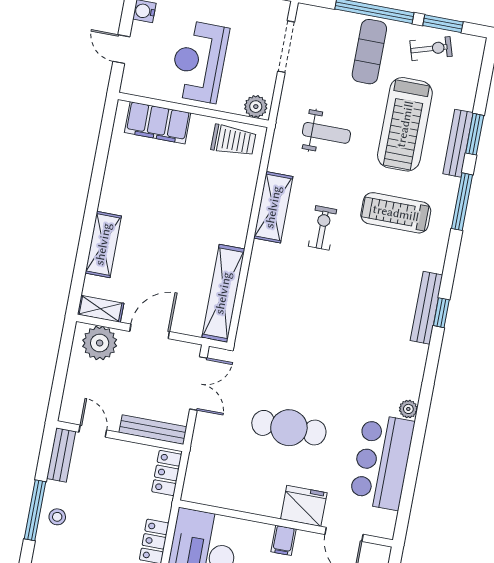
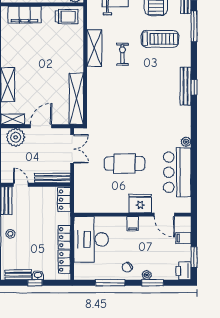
treadmill: (396, 213) -> (160, 39), turned 180

